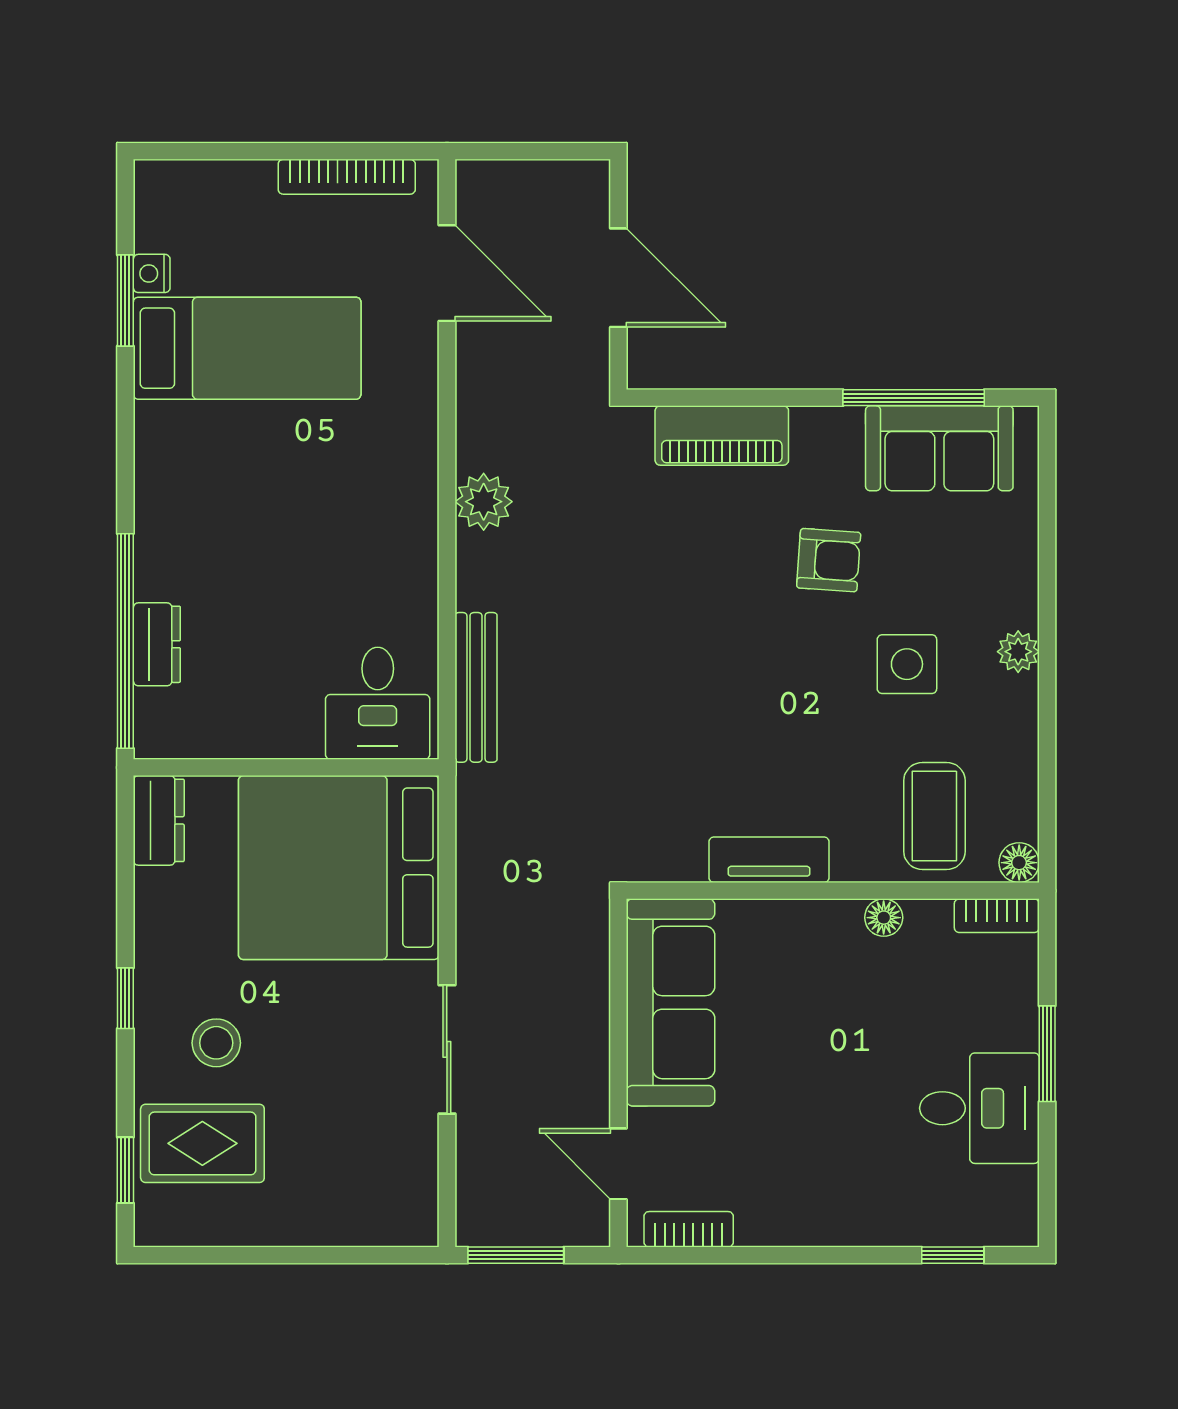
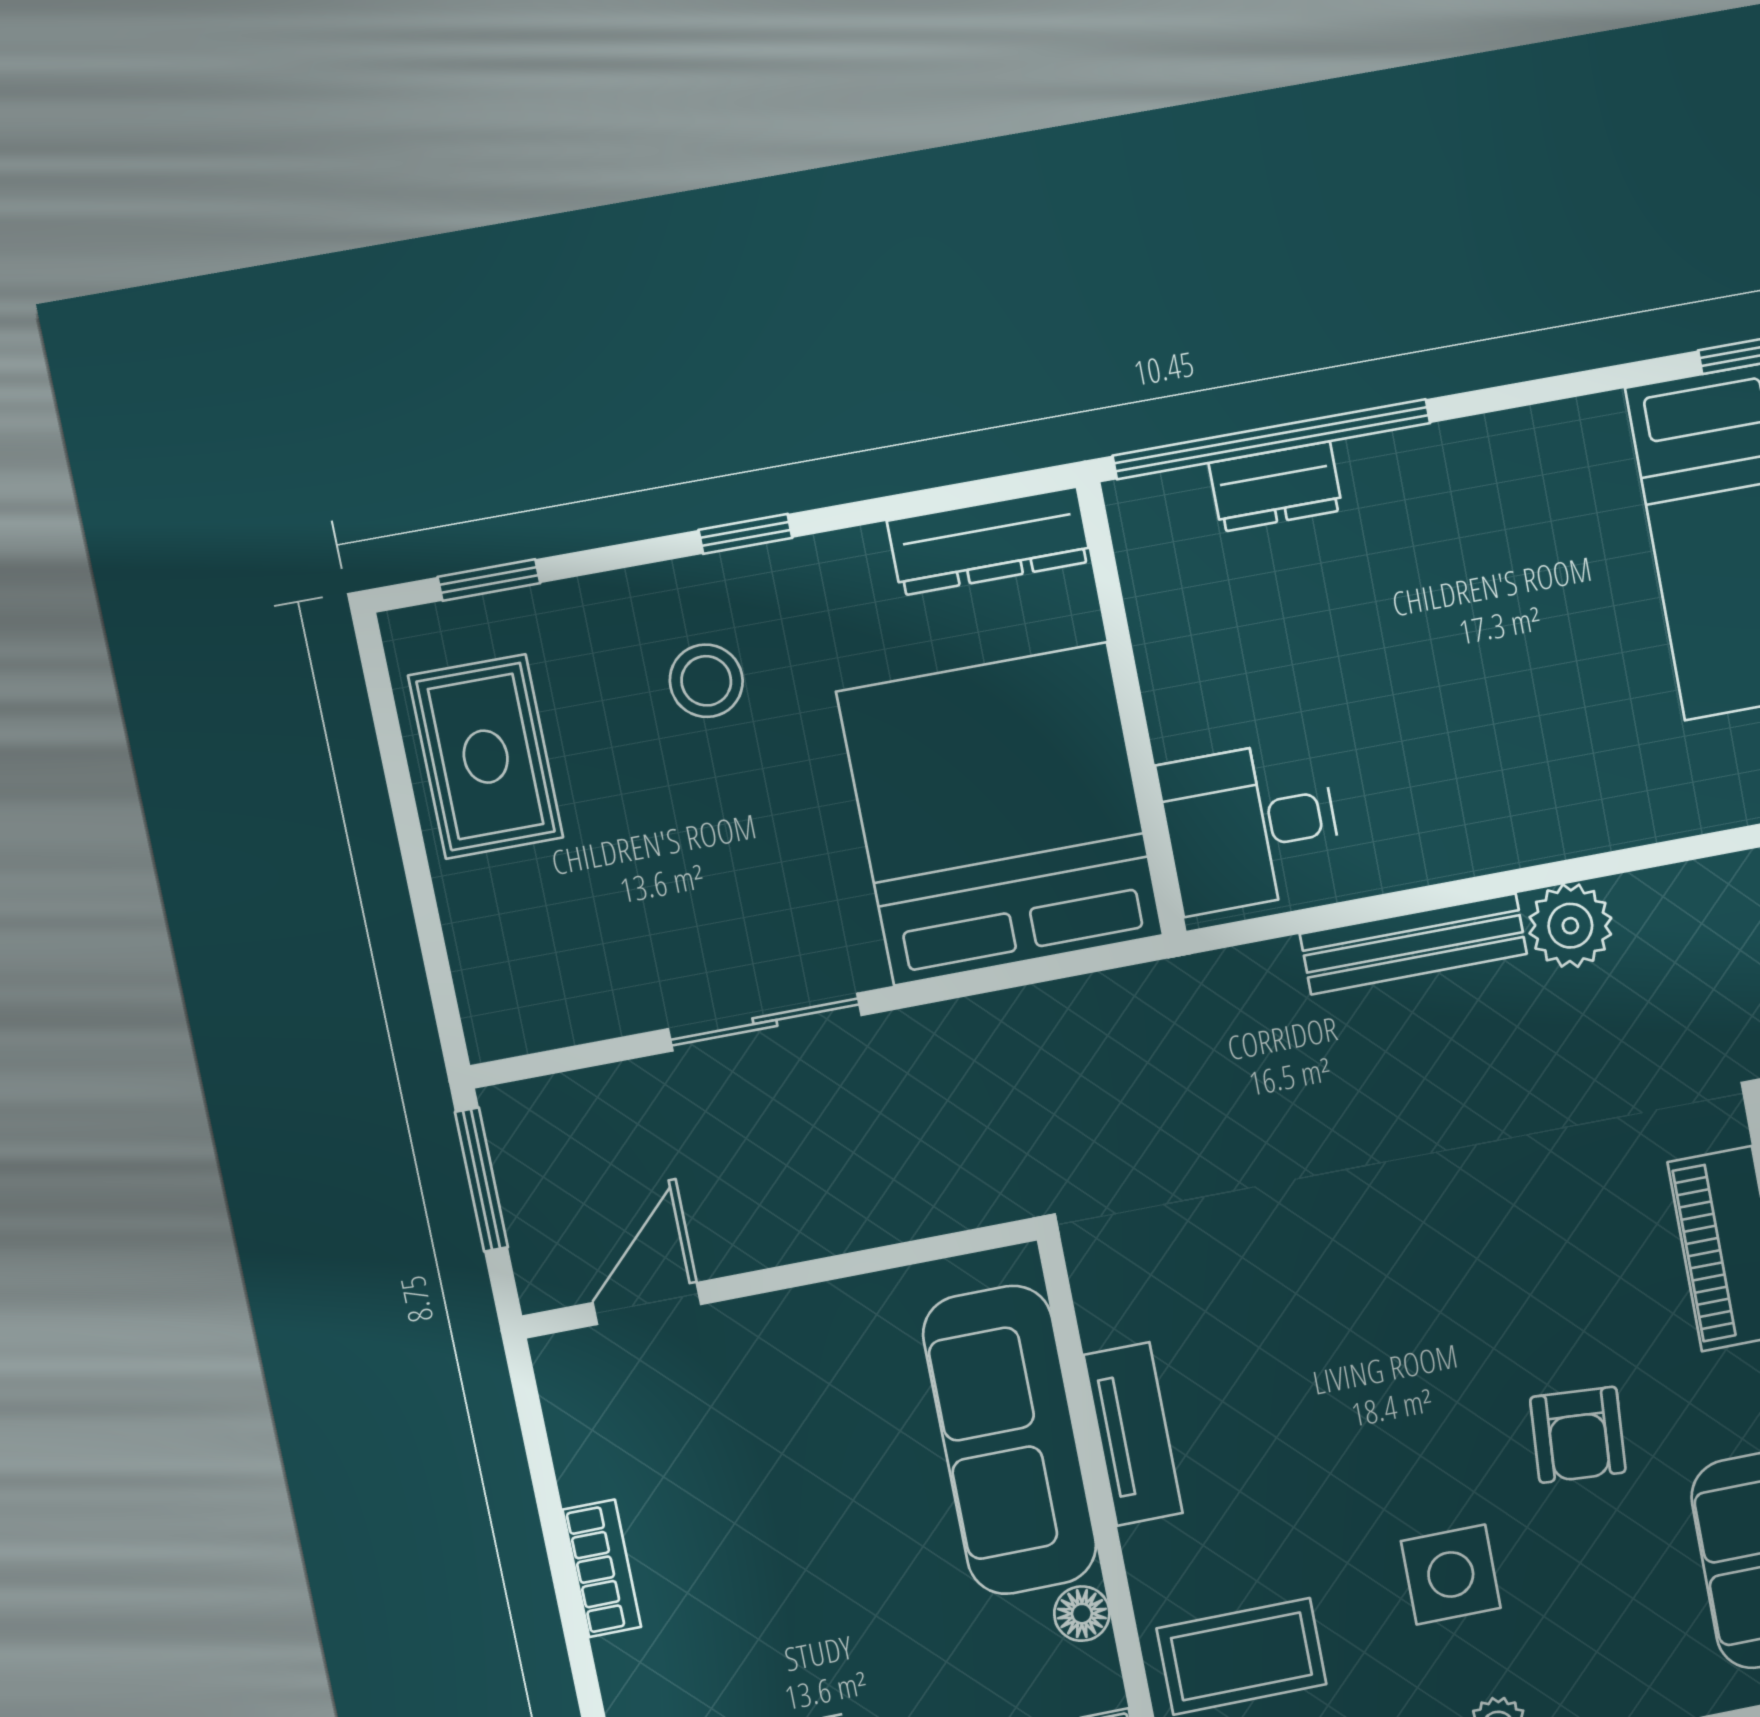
bench: (476, 687) -> (1414, 944), moved
dresser: (159, 820) -> (989, 541), width x1.44
sofa: (671, 1002) -> (1010, 1440), moved, turned 90
rug: (202, 1143) -> (486, 757), moved
bookcase: (689, 1229) -> (602, 1568), moved

